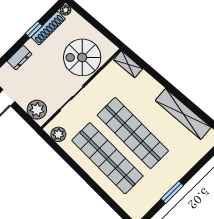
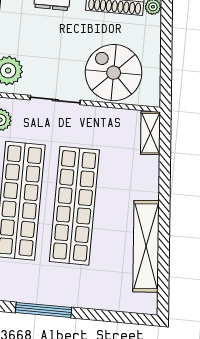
window: (172, 192) -> (44, 310), width x1.44

